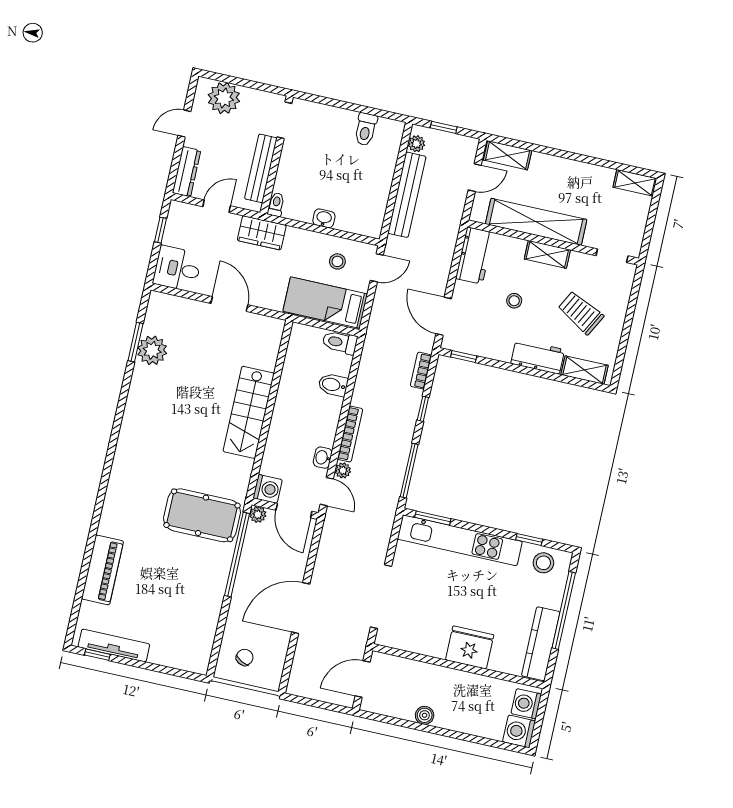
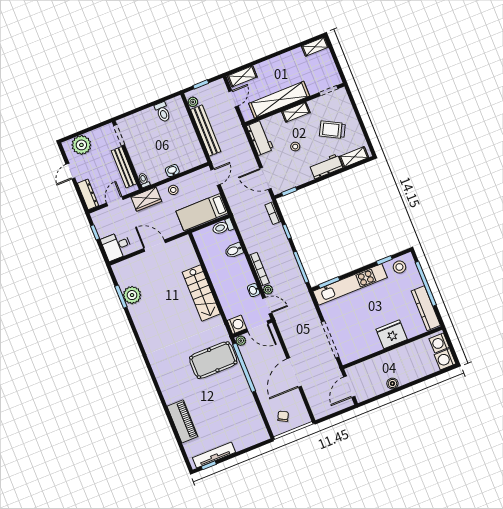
stool: (337, 261) -> (173, 190), moved

